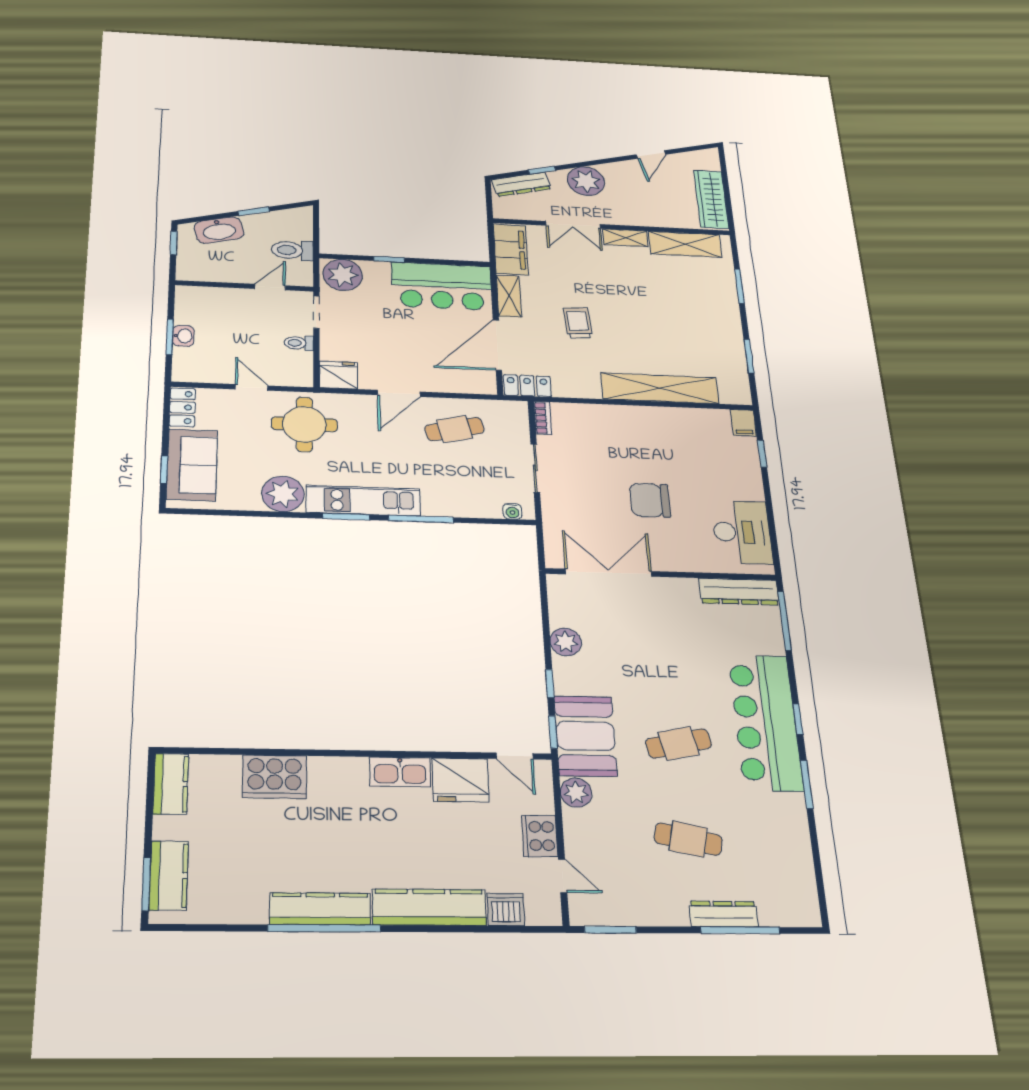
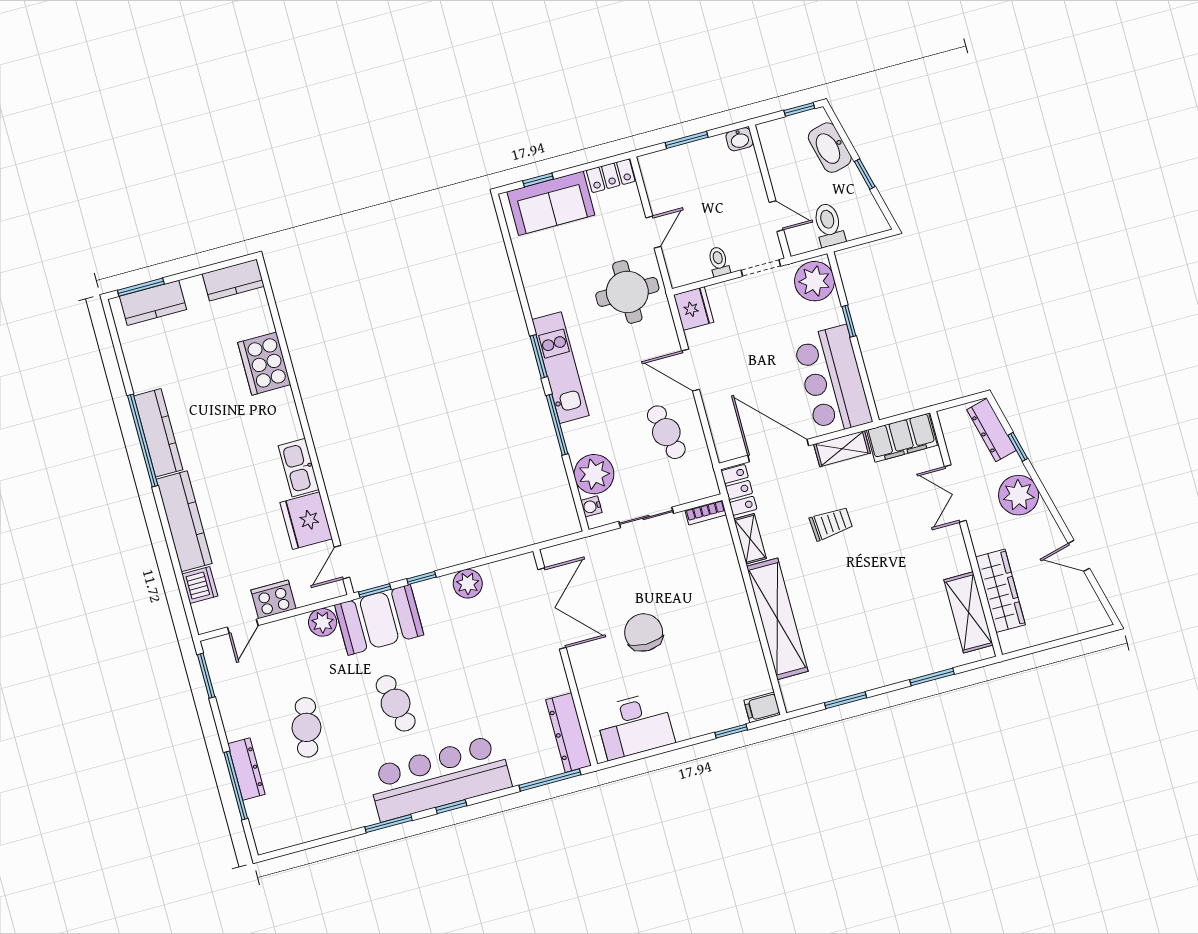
wardrobe: (711, 199) -> (1000, 591), moved, turned 90
shelving: (625, 238) -> (750, 539), moved
washbasin: (183, 336) -> (740, 139), moved
plant: (283, 494) -> (594, 474), moved

